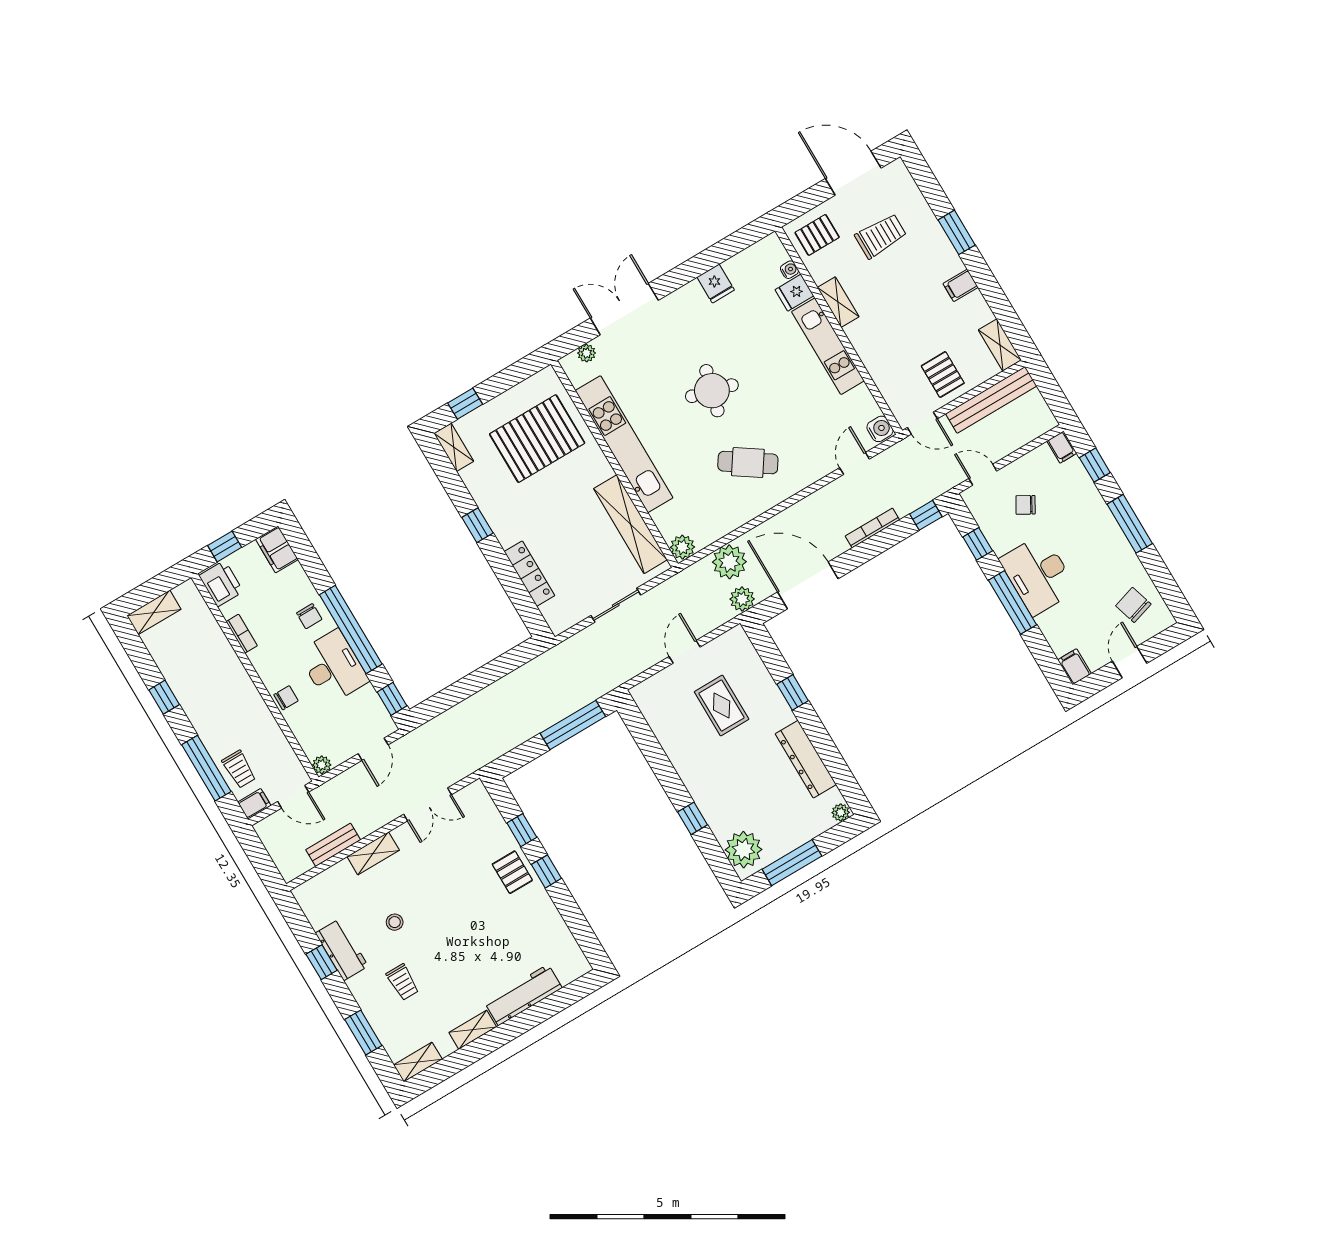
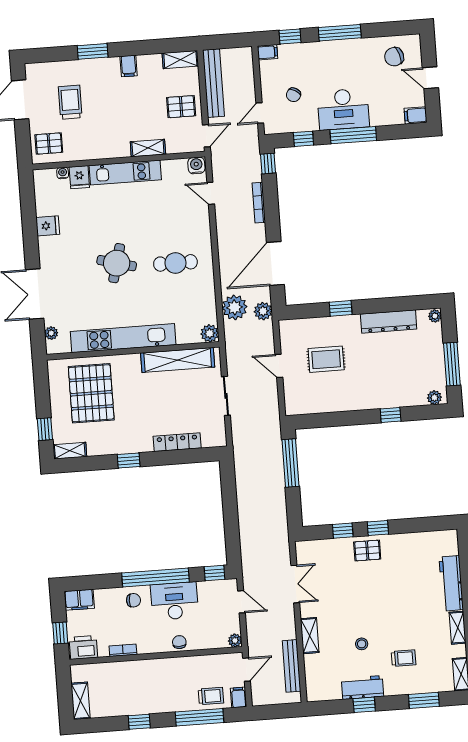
pallet: (817, 235) -> (49, 144), turned 90
shelving: (838, 302) -> (148, 148), moved
cafe table: (748, 463) -> (175, 263), turned 56
bench: (333, 845) -> (291, 666), width x1.36
plant: (743, 850) -> (434, 398), width x0.53, depth x0.53

